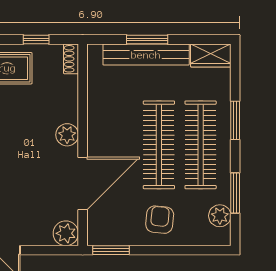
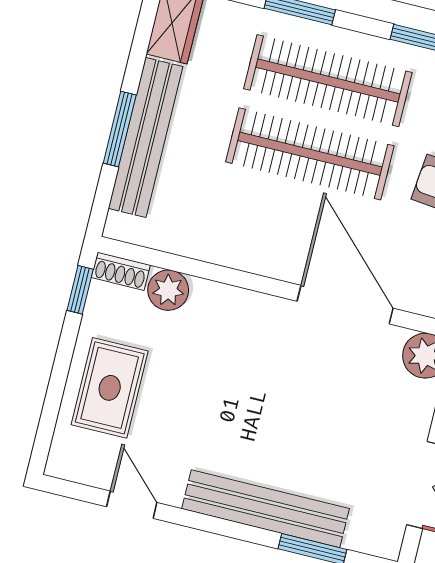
window: (36, 40) -> (80, 290), moved
plant: (67, 135) -> (168, 290), moved

